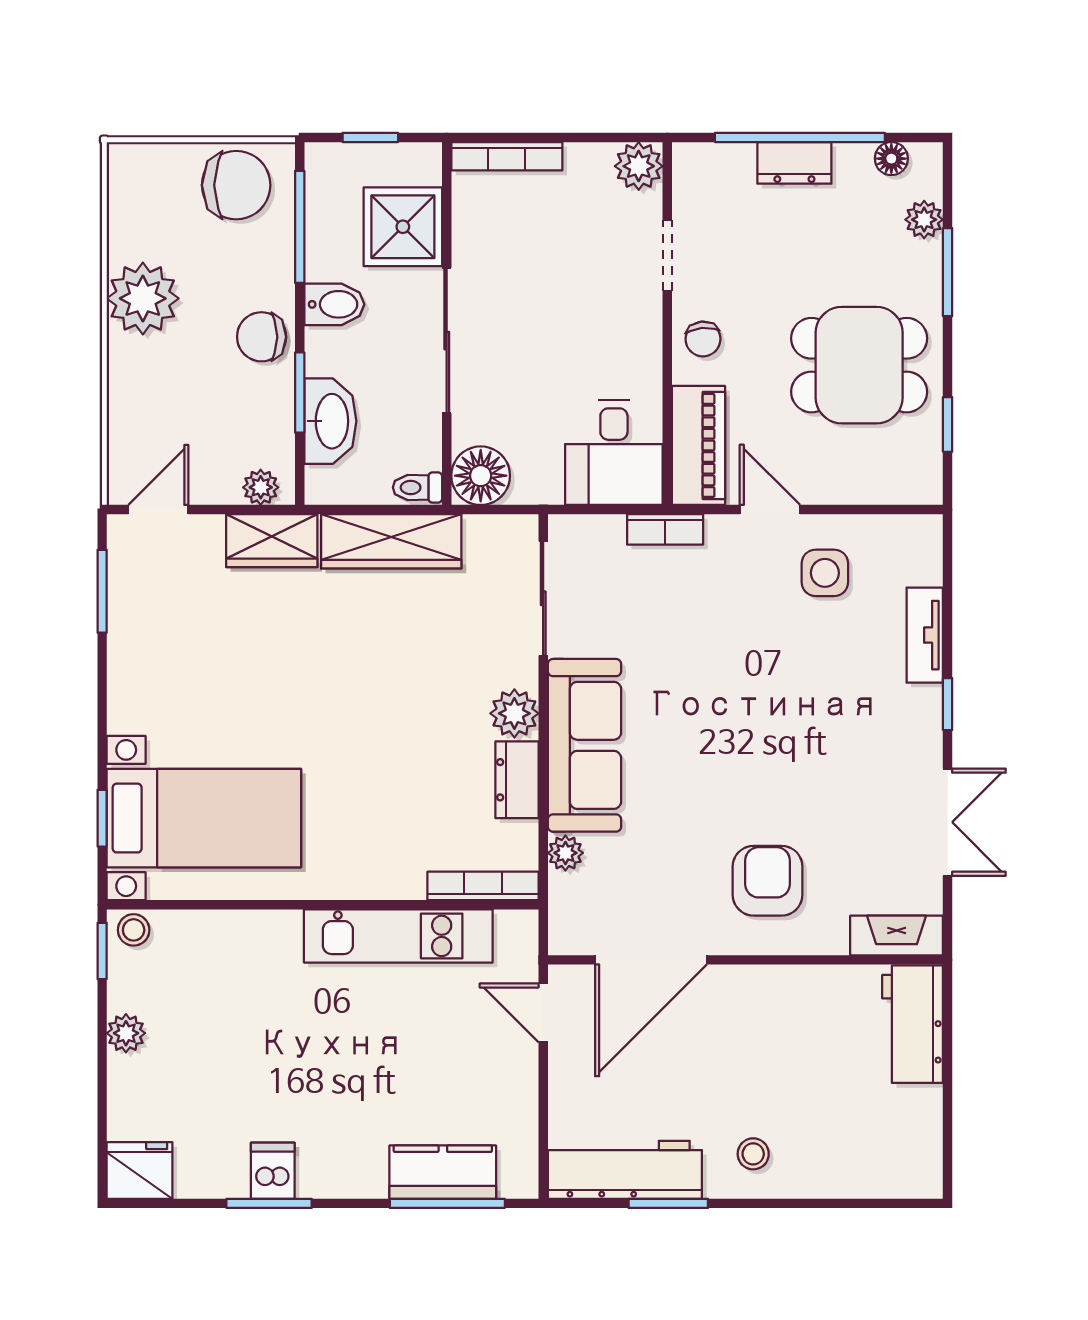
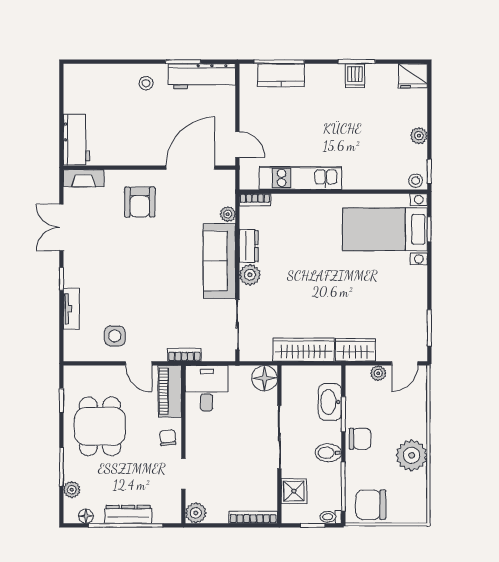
dresser: (794, 163) -> (128, 514), width x1.44
shower: (403, 227) -> (294, 491), width x0.73, depth x0.73
dining table: (859, 365) -> (100, 426), turned 90
plant: (261, 487) -> (378, 373), moved
toilet: (417, 487) -> (331, 517), moved, turned 180
bookcase: (483, 886) -> (255, 200), width x0.64

